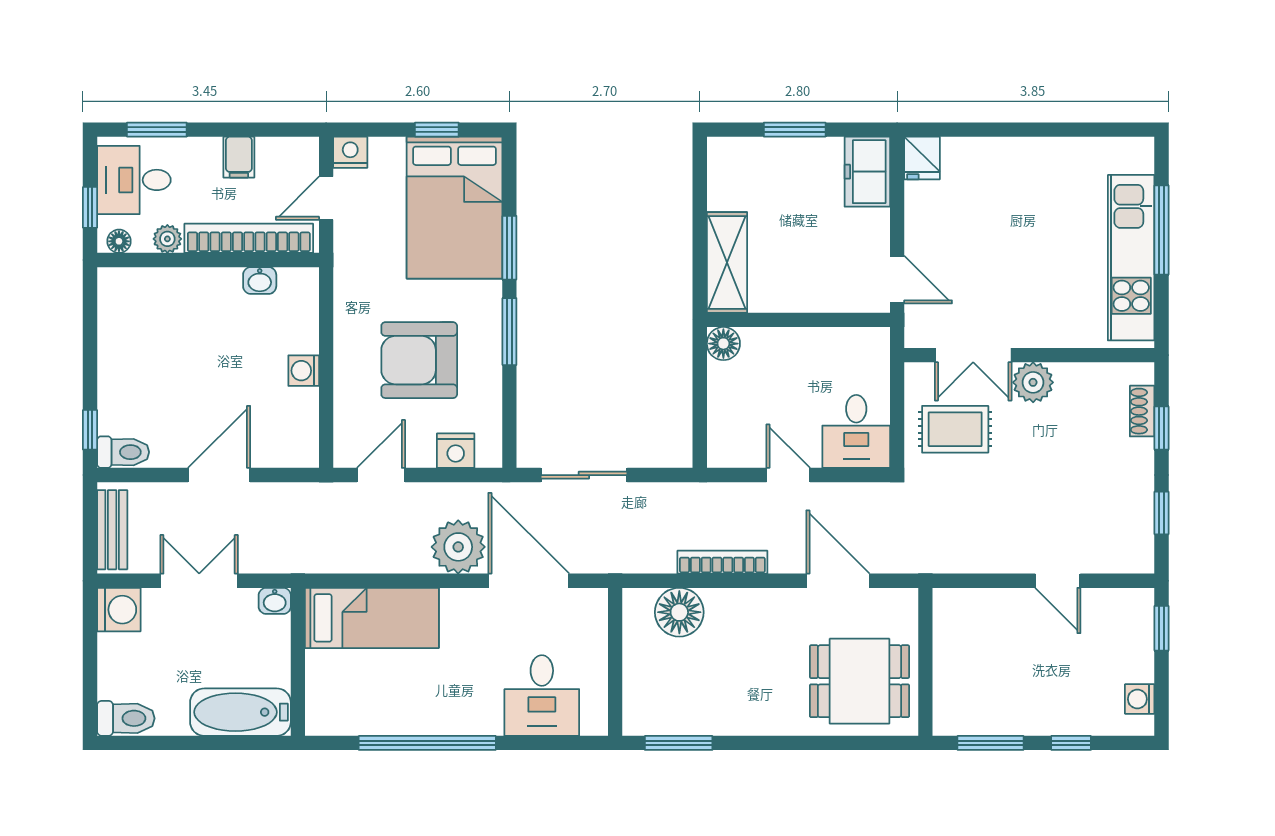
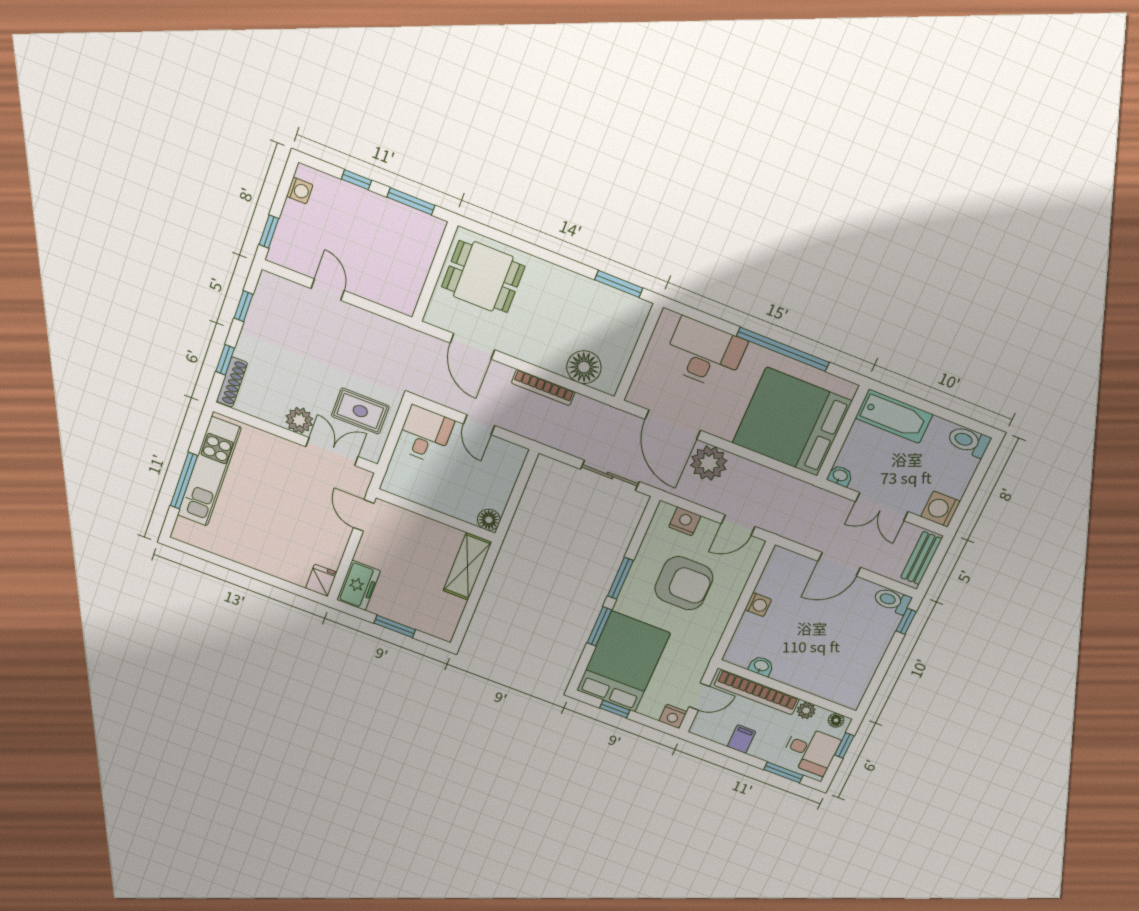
shoe rack: (1142, 411) -> (232, 382), width x1.43
bed: (372, 618) -> (792, 422), width x2.04
desk: (542, 696) -> (704, 353), width x1.37

